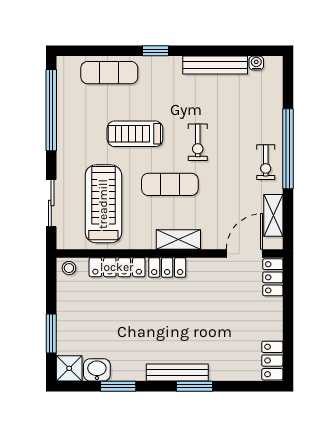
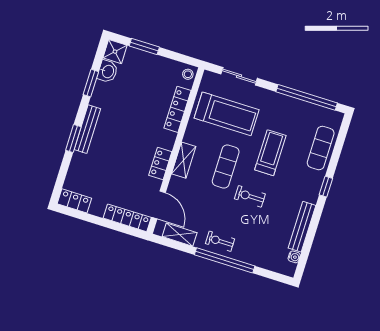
locker: (167, 267) -> (160, 164), moved
locker: (273, 277) -> (127, 218), width x1.53

